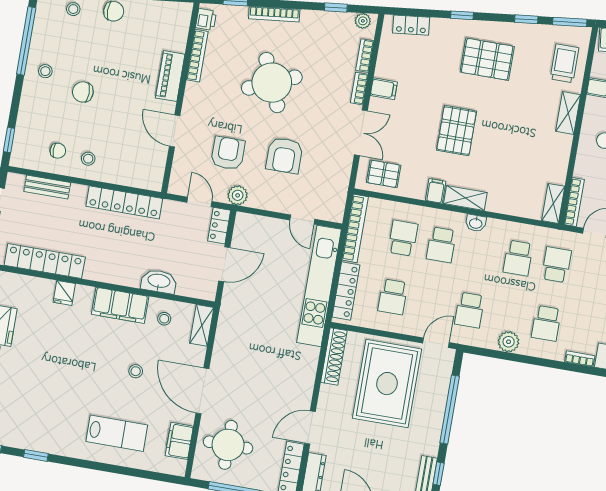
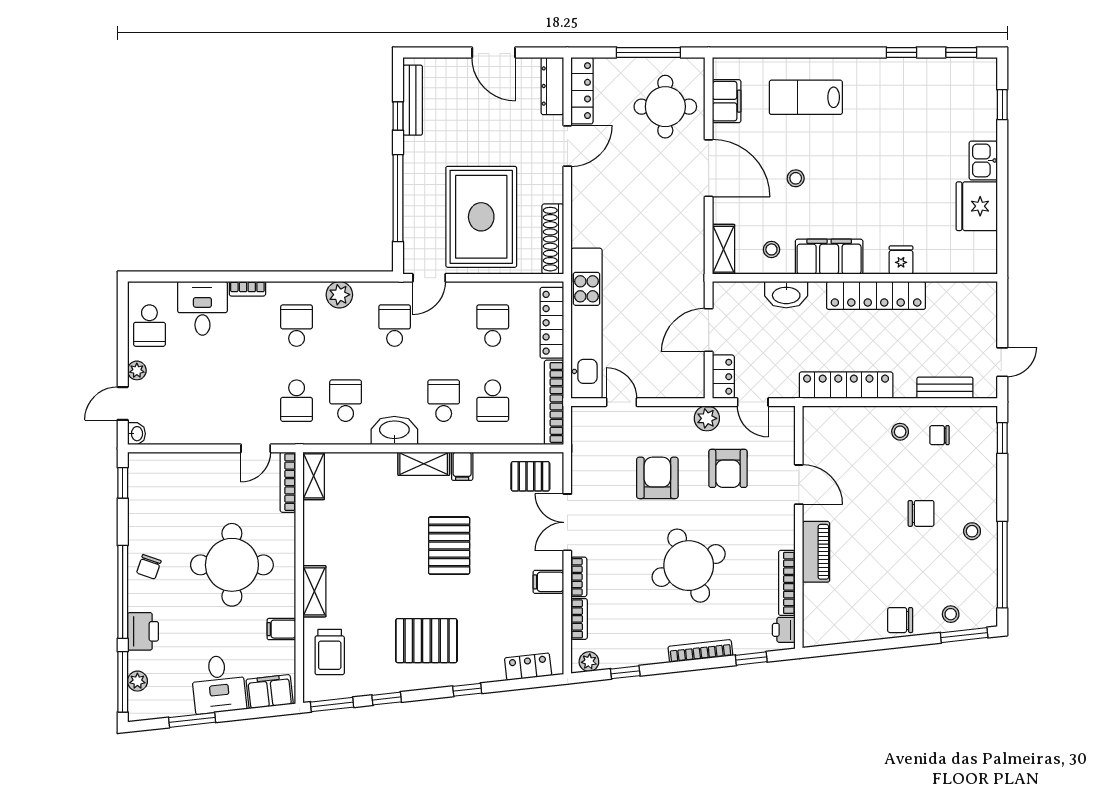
washbasin: (476, 223) -> (394, 431), width x1.91, depth x1.45
locker: (45, 261) -> (876, 295), moved

